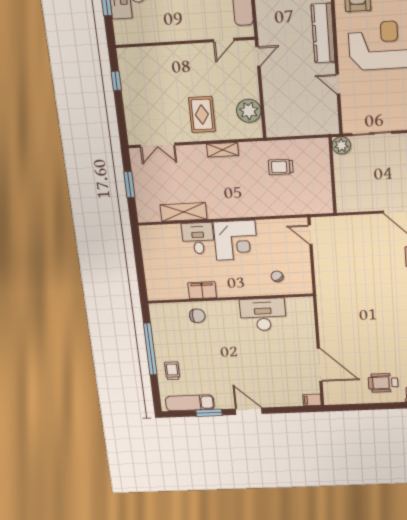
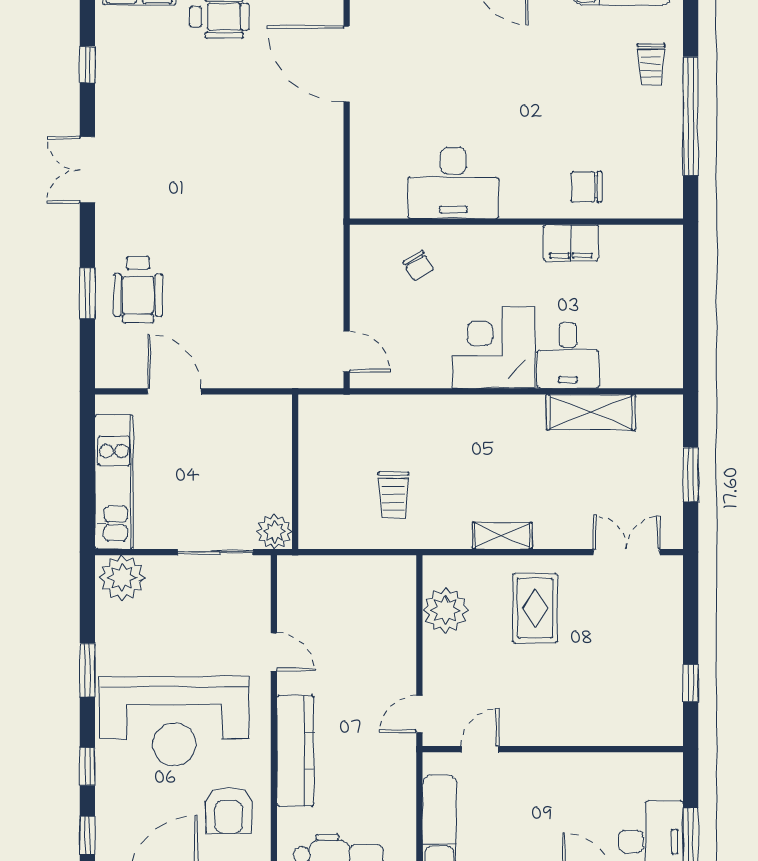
trolley: (281, 167) -> (393, 495), turned 90

